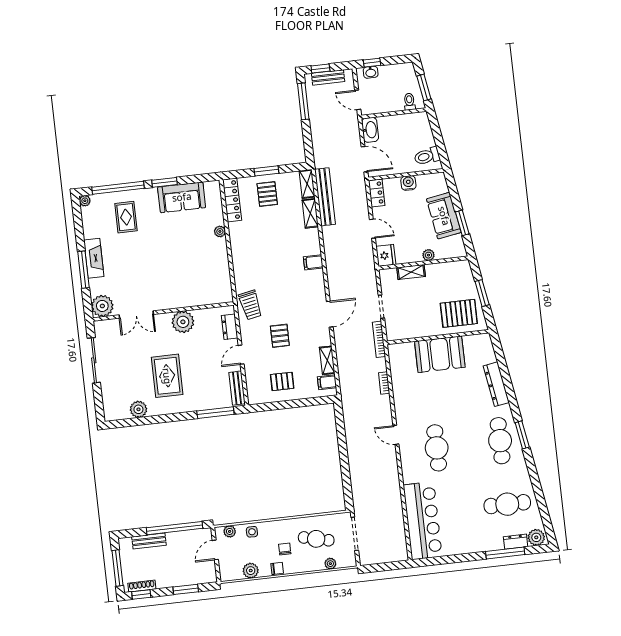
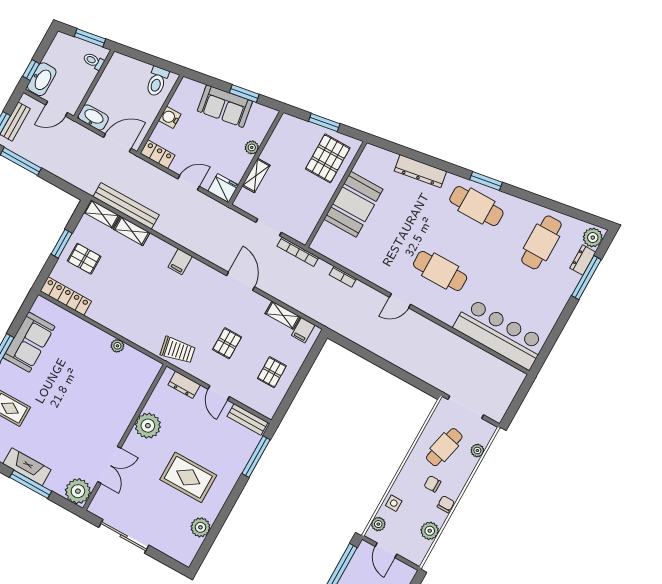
washbasin: (371, 72) -> (42, 79), width x1.91, depth x1.45
plant: (220, 231) -> (117, 346), moved
pallet: (280, 336) -> (227, 343), turned 90

